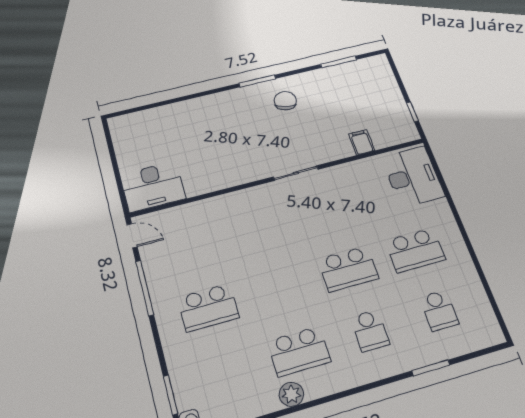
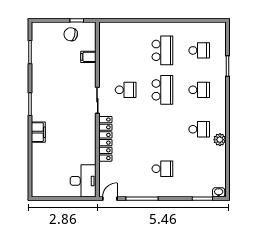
chair: (285, 101) -> (71, 34), moved
filing cabinet: (216, 103) -> (38, 132), added
desk: (413, 177) -> (118, 36), removed
locker: (235, 202) -> (105, 139), added
school desk: (328, 211) -> (126, 90), added
school desk: (208, 308) -> (162, 169), width x0.54
school desk: (299, 351) -> (199, 129), width x0.54

